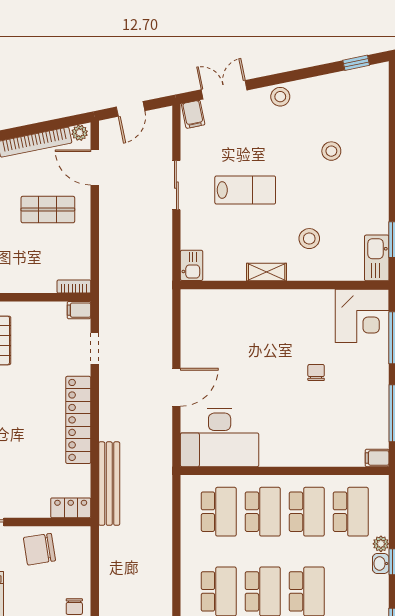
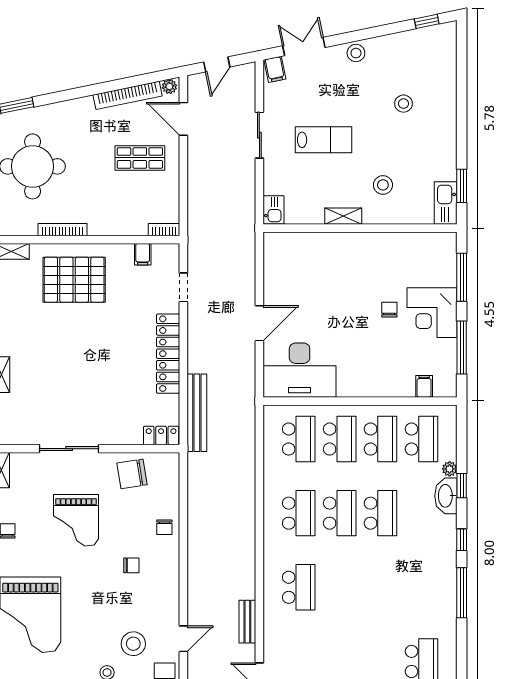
filing cabinet: (79, 310) -> (143, 254), moved, turned -90
corner desk: (362, 316) -> (432, 313), moved, turned 90
filing cabinet: (377, 458) -> (424, 386), moved, turned 90
washbasin: (381, 564) -> (446, 496), width x1.91, depth x1.45

